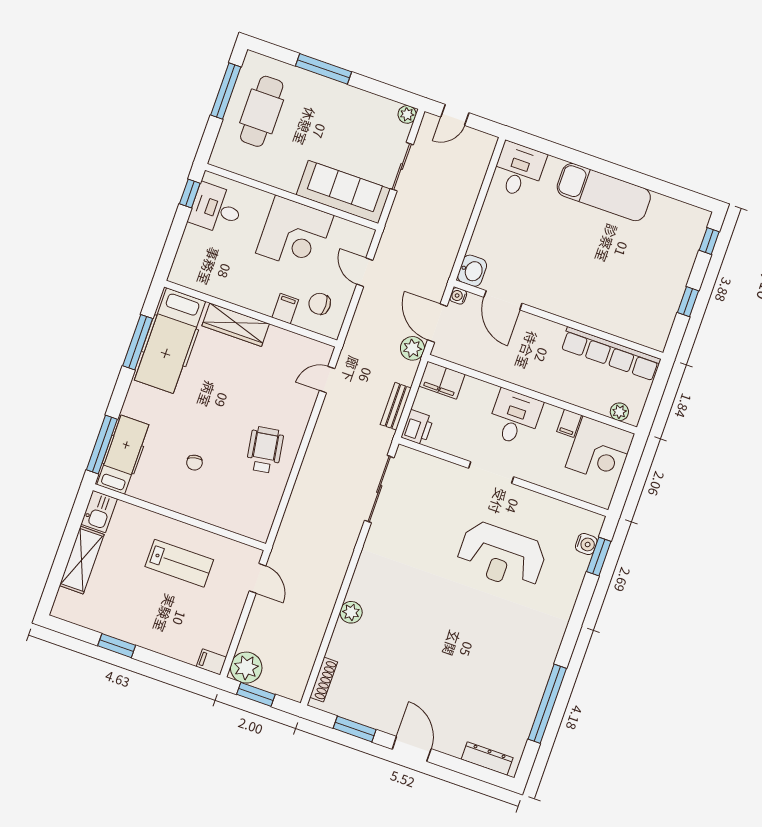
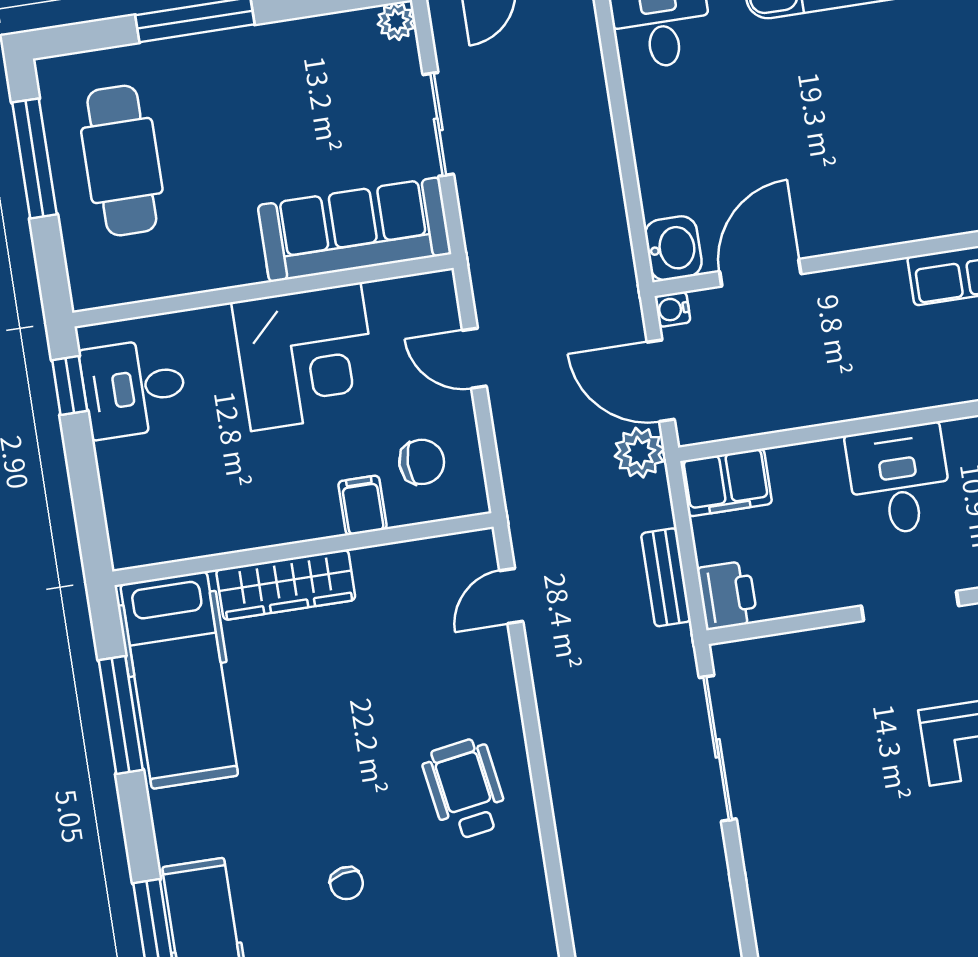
door: (503, 300) -> (760, 273), swing flipped
chair: (320, 304) -> (422, 462), turned 180

